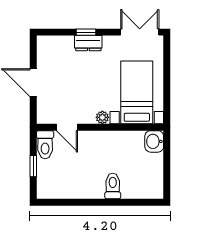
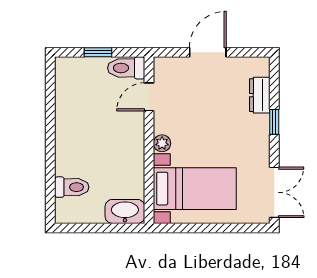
dresser: (88, 43) -> (260, 95), moved
washbasin: (154, 141) -> (125, 211), width x1.38
toilet: (113, 186) -> (72, 187), moved

